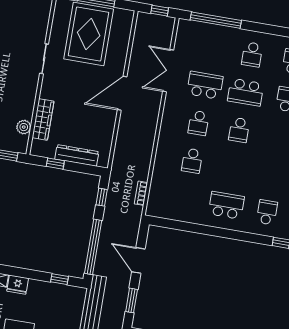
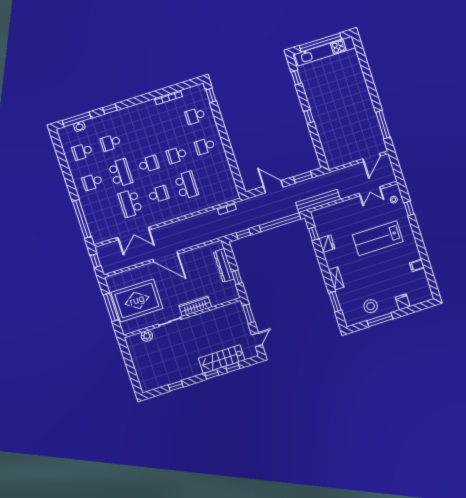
school desk: (252, 54) -> (92, 182), turned 180
wardrobe: (43, 119) -> (195, 306), moved
plant: (24, 127) -> (147, 336), moved
school desk: (192, 161) -> (186, 185), width x1.85
school desk: (233, 168) -> (177, 155), added
school desk: (226, 205) -> (205, 146), width x0.54
door: (138, 260) -> (273, 187), swing flipped
fridge: (18, 285) -> (327, 244), moved

